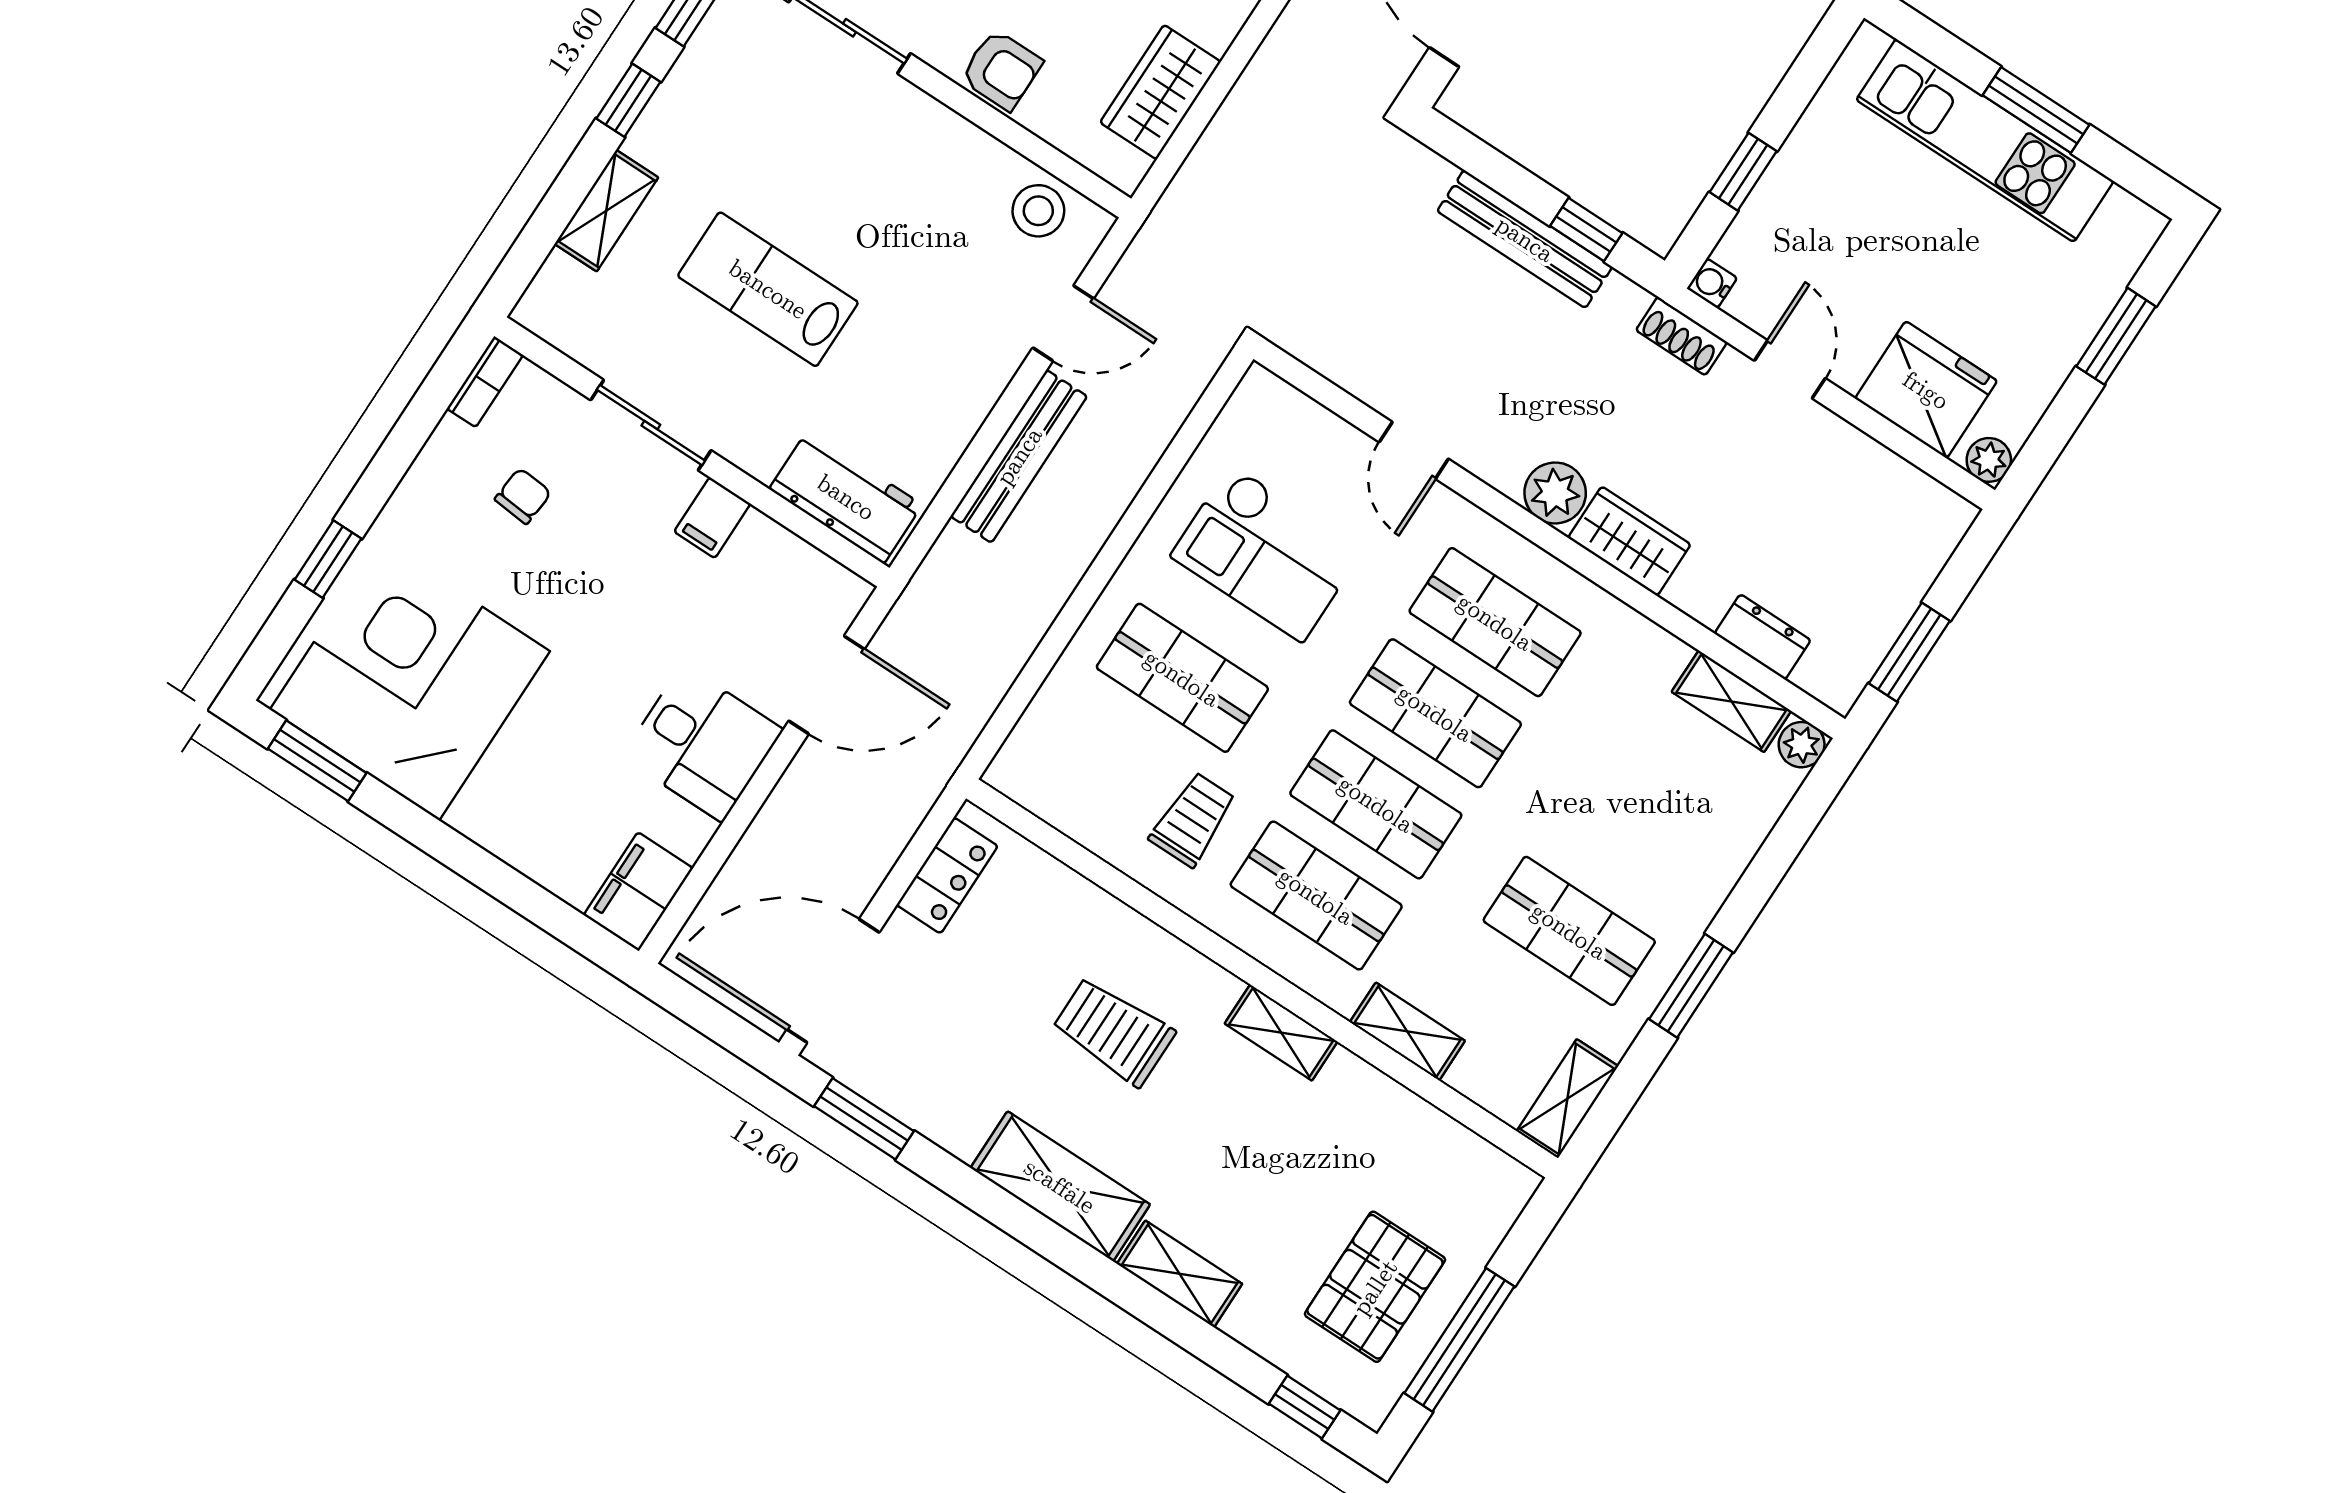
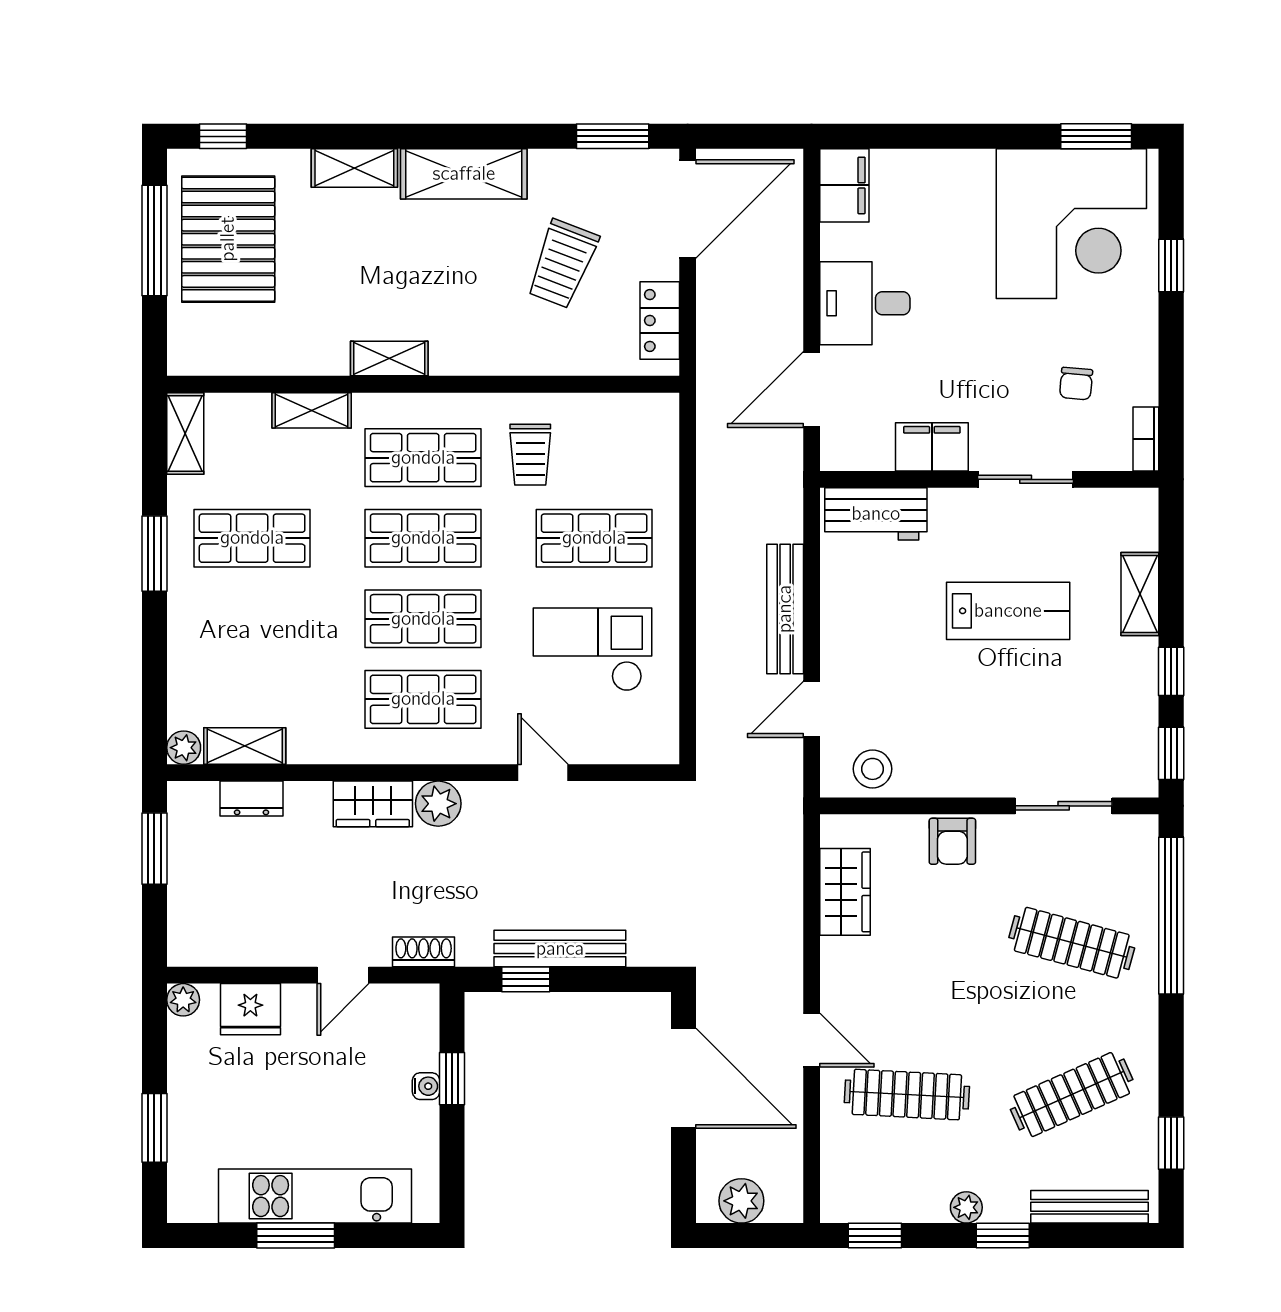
armchair: (1001, 70) -> (952, 841), turned -90
water cooler: (1712, 283) -> (426, 1086), moved
door: (1790, 369) -> (343, 975), hinge flipped
fridge: (1926, 390) -> (250, 1009), width x0.73, depth x0.75
filing cabinet: (712, 518) -> (932, 447), width x2.00
trolley: (1114, 1031) -> (562, 264), moved, turned 111
pallet: (1375, 1287) -> (228, 239), width x1.37, depth x1.41

